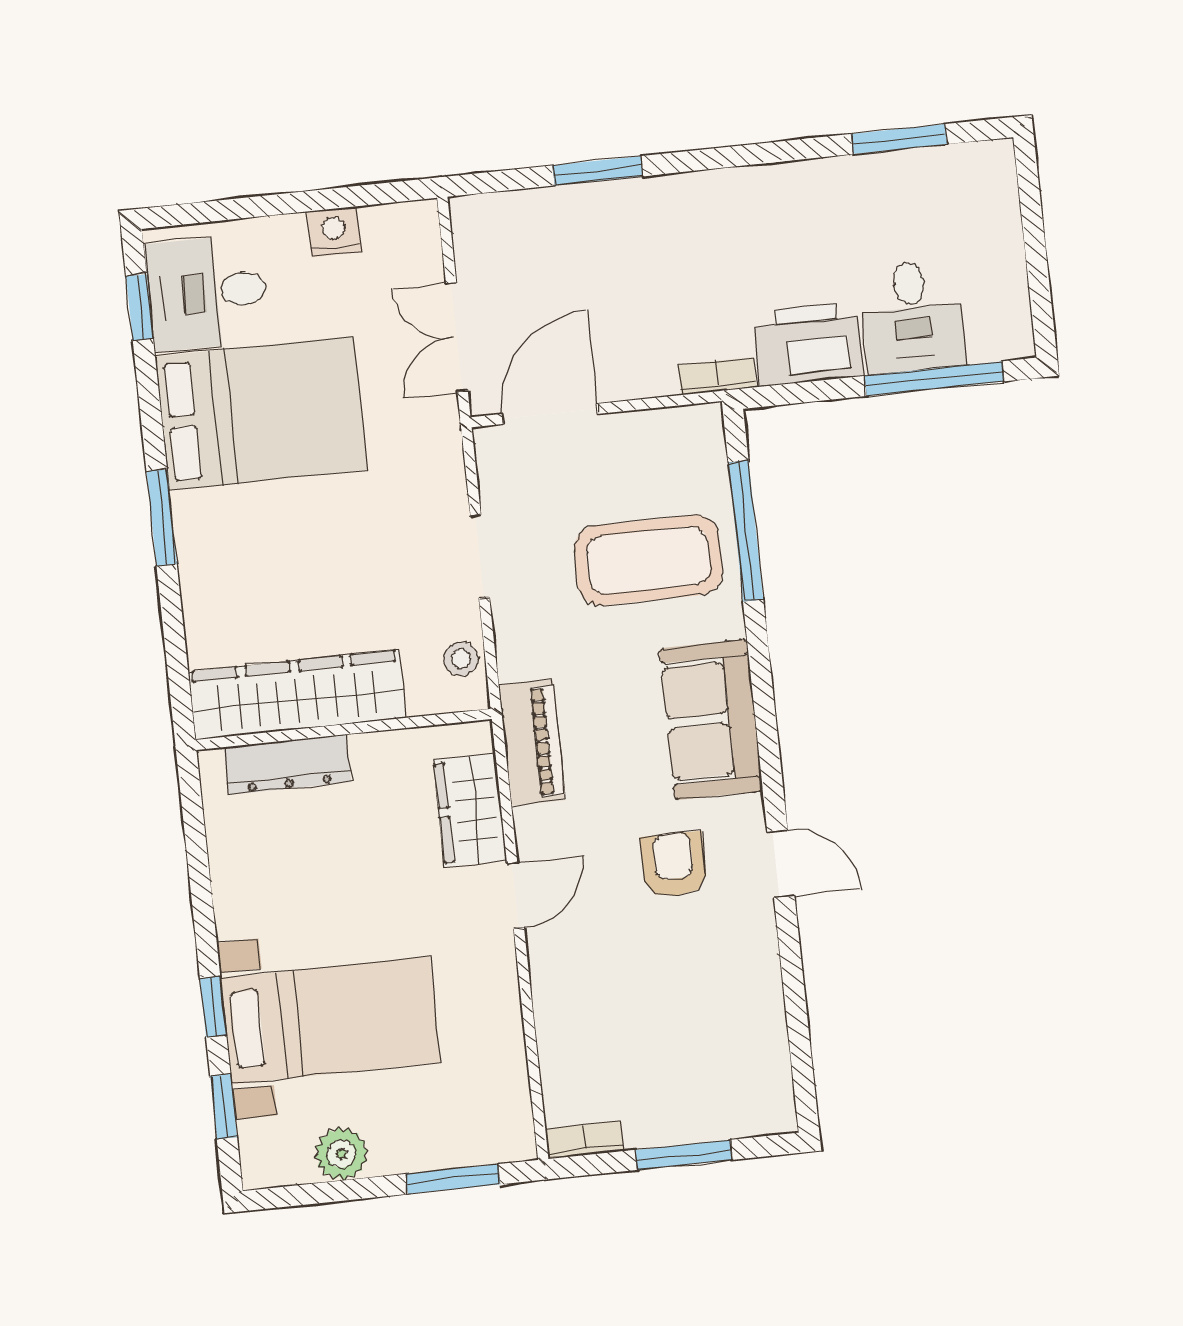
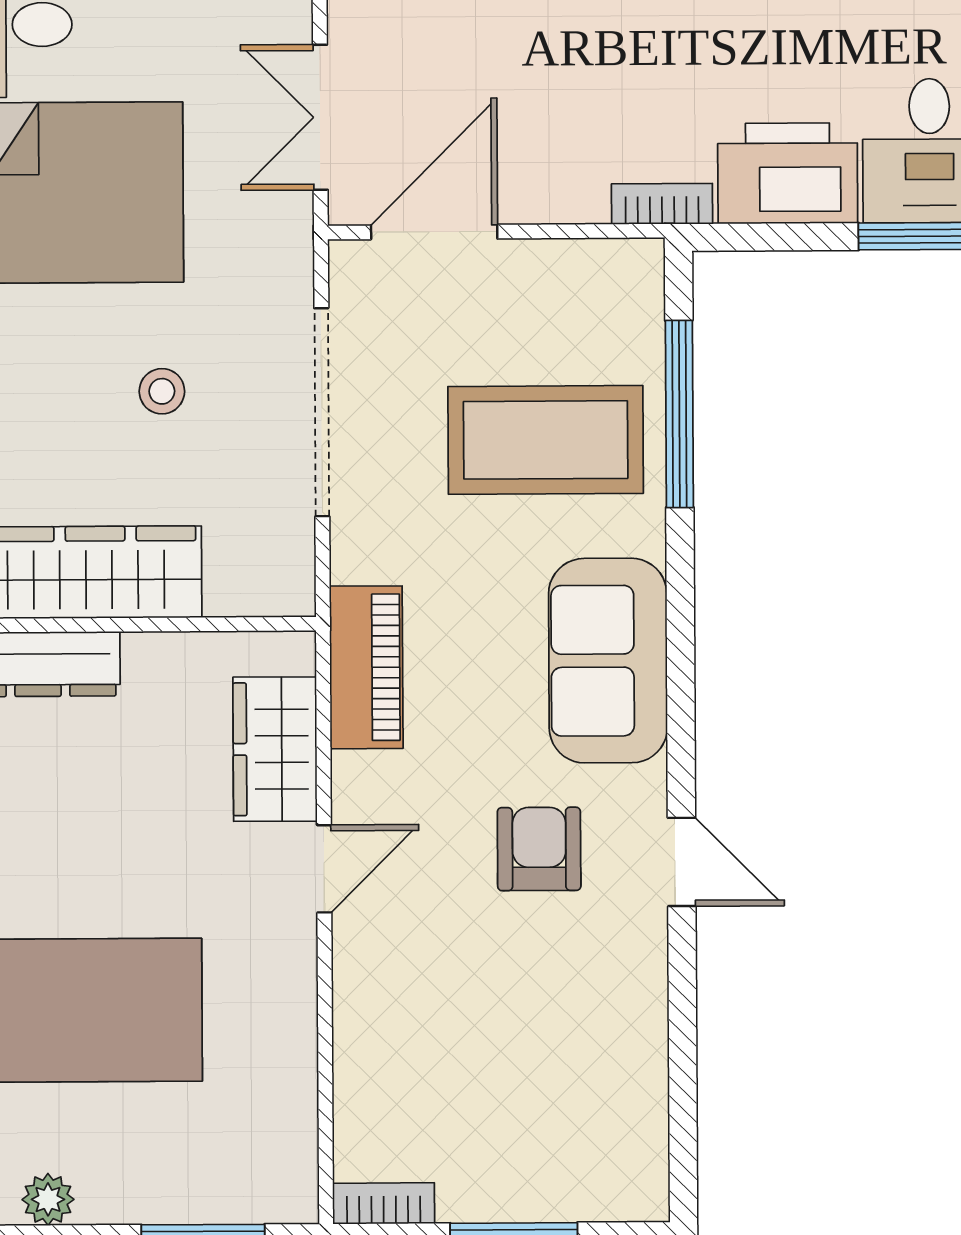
doorway: (480, 556) -> (322, 412), width x1.88
stool: (461, 659) -> (162, 391), moved
plant: (341, 1154) -> (48, 1199), width x0.73, depth x0.73

